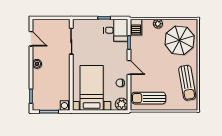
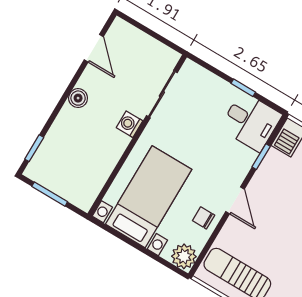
washing machine: (65, 105) -> (129, 124), moved

